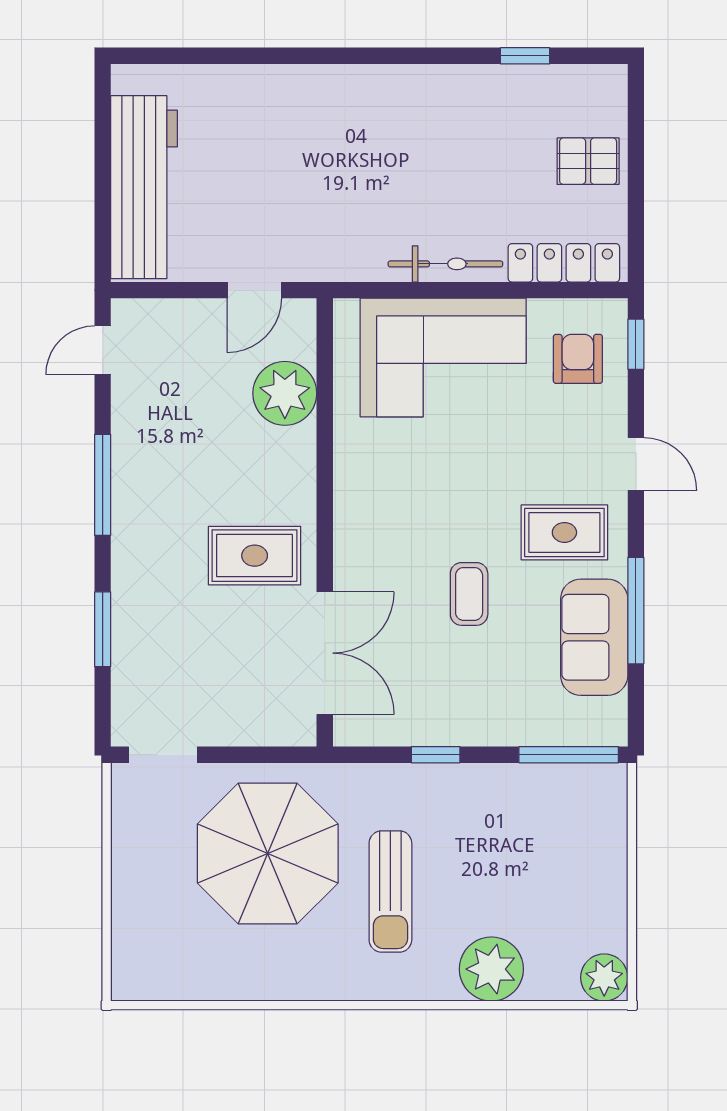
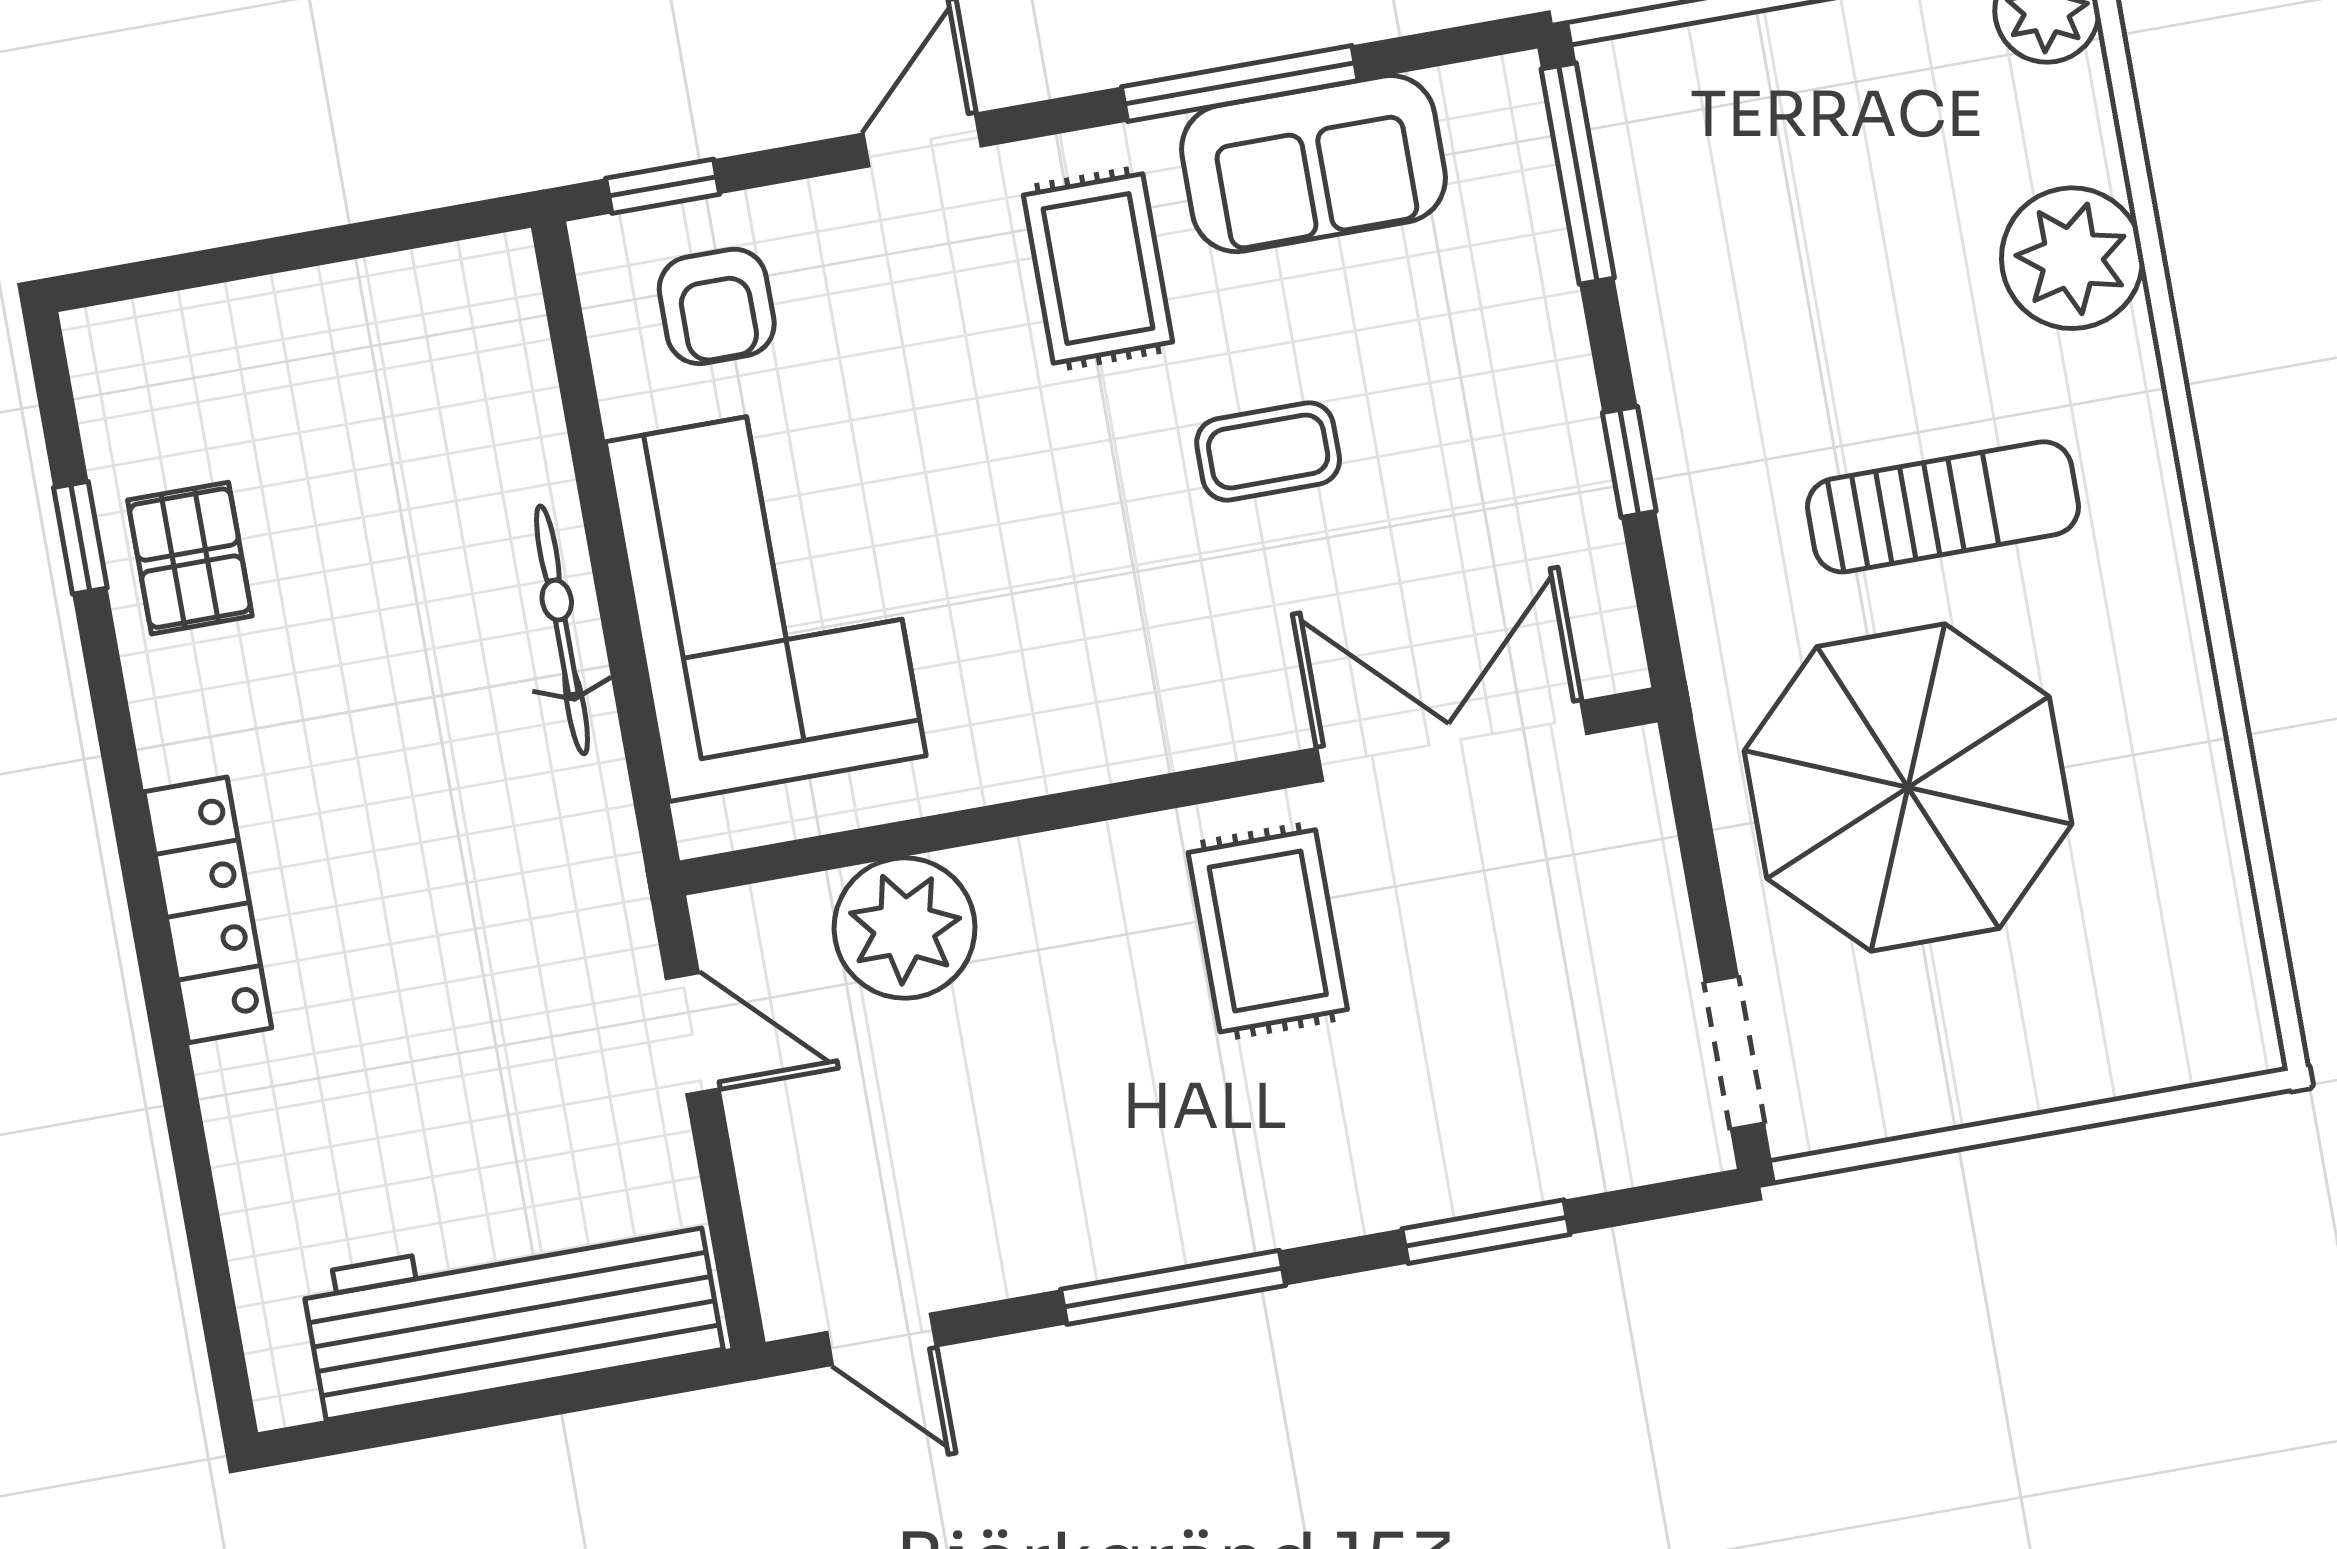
pallet: (588, 161) -> (190, 558), moved
locker: (564, 263) -> (208, 910), moved, turned 180
armchair: (578, 359) -> (717, 306), turned -90

